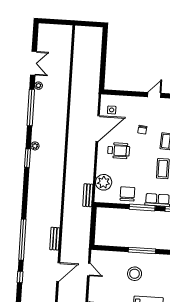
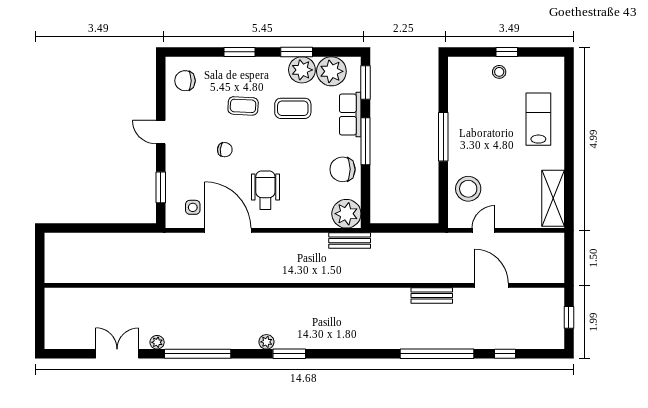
window: (124, 93) -> (161, 187), added
plant: (104, 182) -> (346, 214), moved
stool: (135, 274) -> (468, 189), moved

